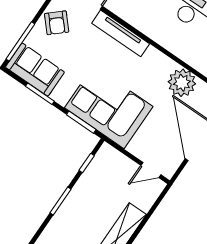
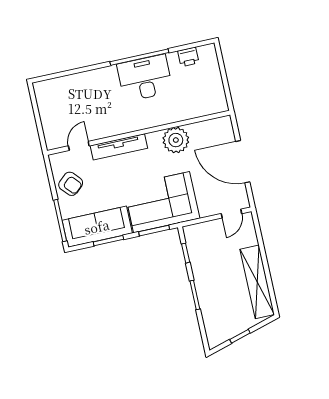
sofa: (35, 70) -> (97, 227), width x1.36
plant: (182, 83) -> (176, 140), moved

